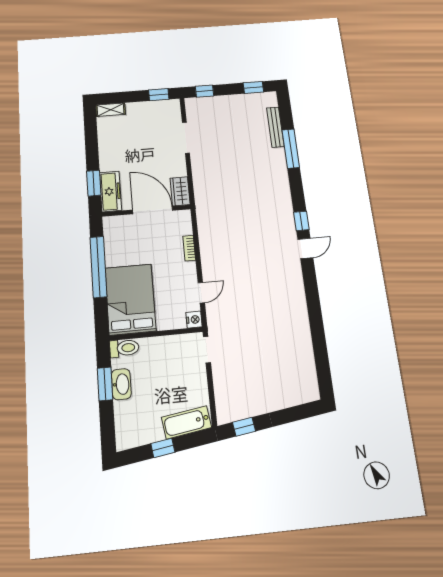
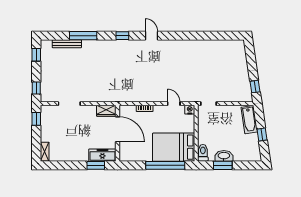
door: (153, 210) -> (117, 129), swing flipped
window: (301, 221) -> (122, 36), moved
window: (98, 267) -> (165, 165), moved

